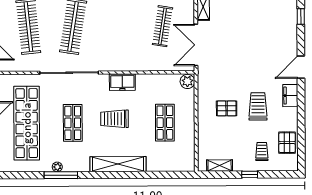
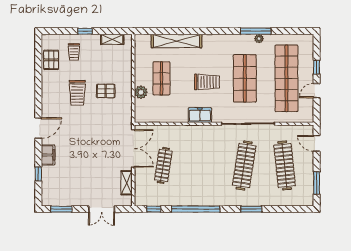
plant: (187, 81) -> (141, 92), moved
filing cabinet: (290, 96) -> (48, 155), moved
shop shelf: (73, 123) -> (245, 78), width x1.43, depth x1.36
shelving: (118, 164) -> (176, 41), moved

